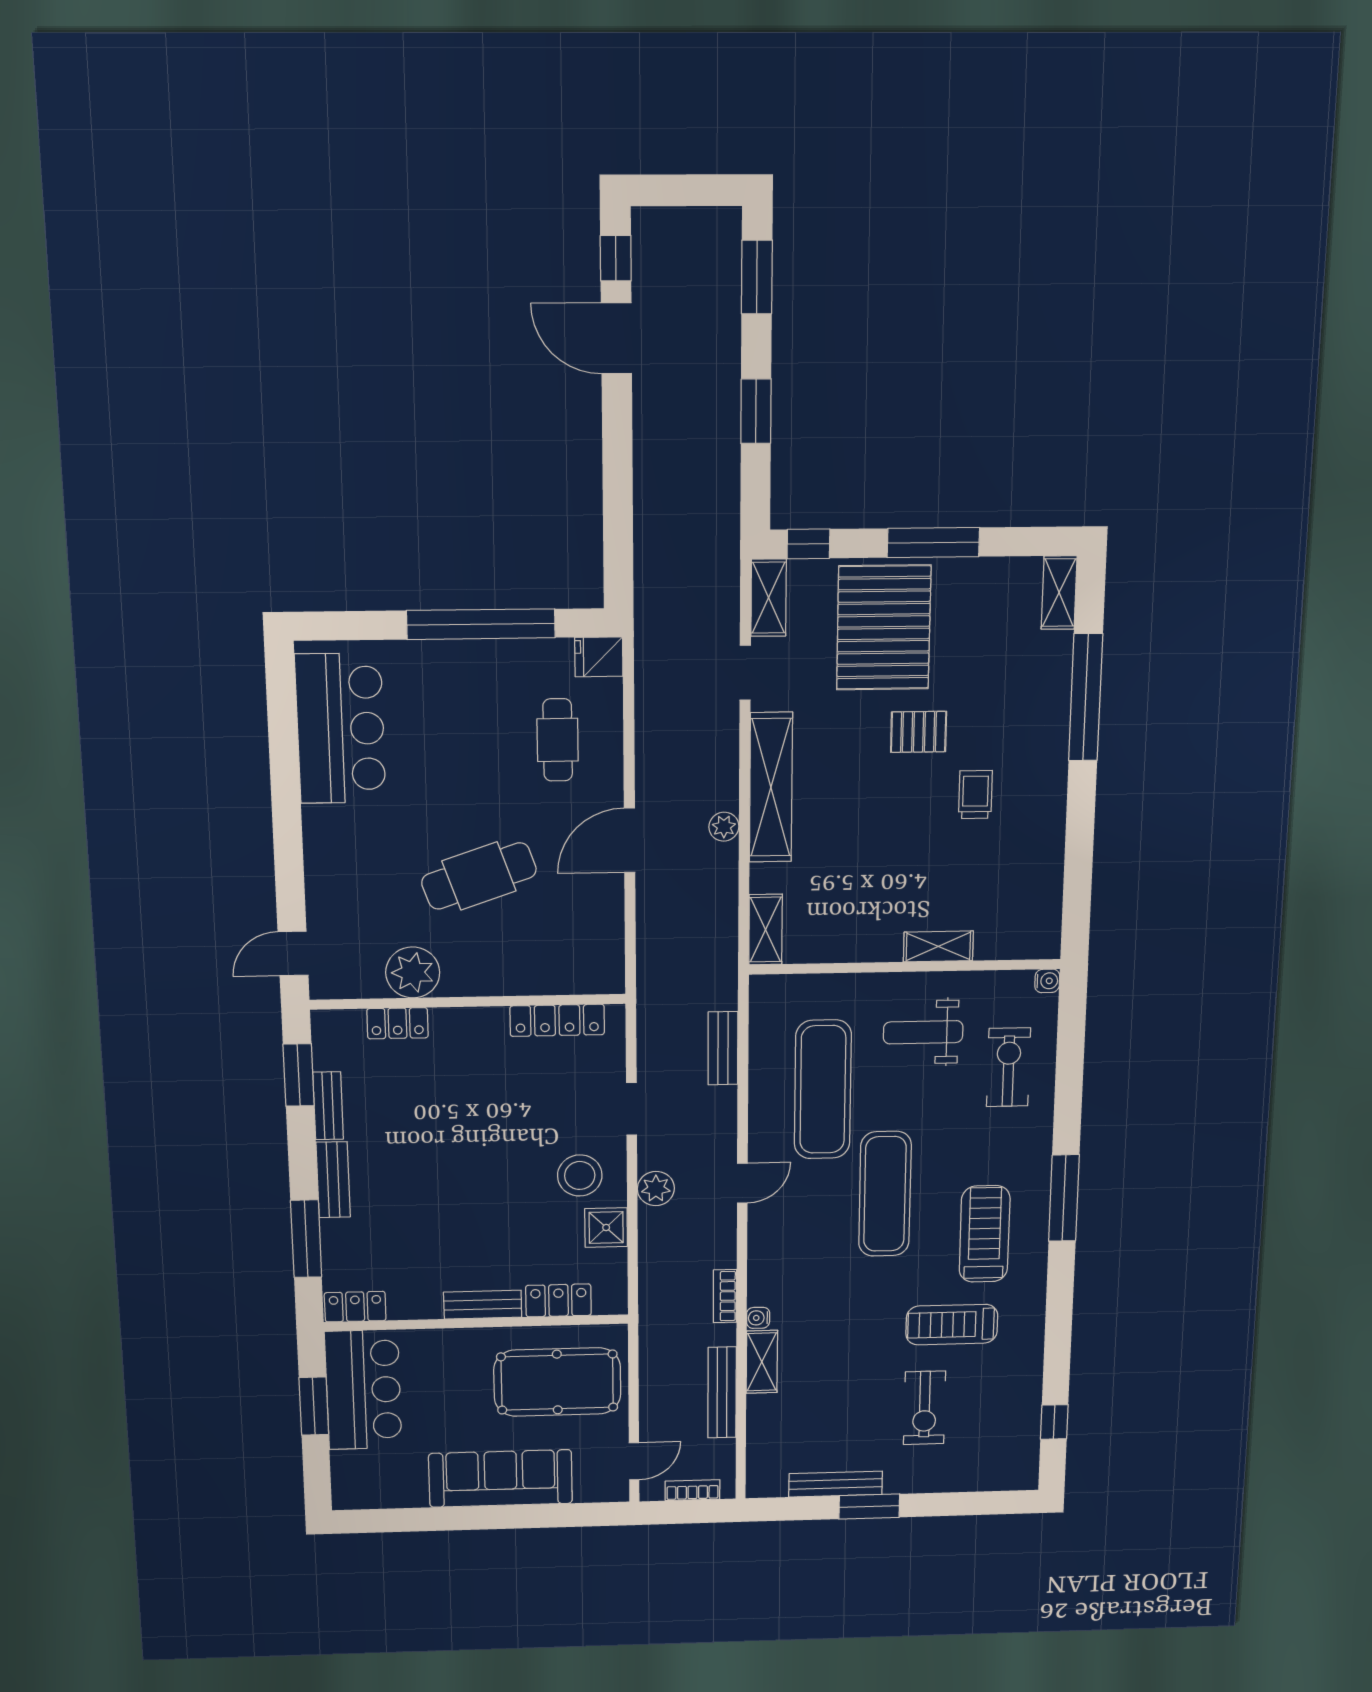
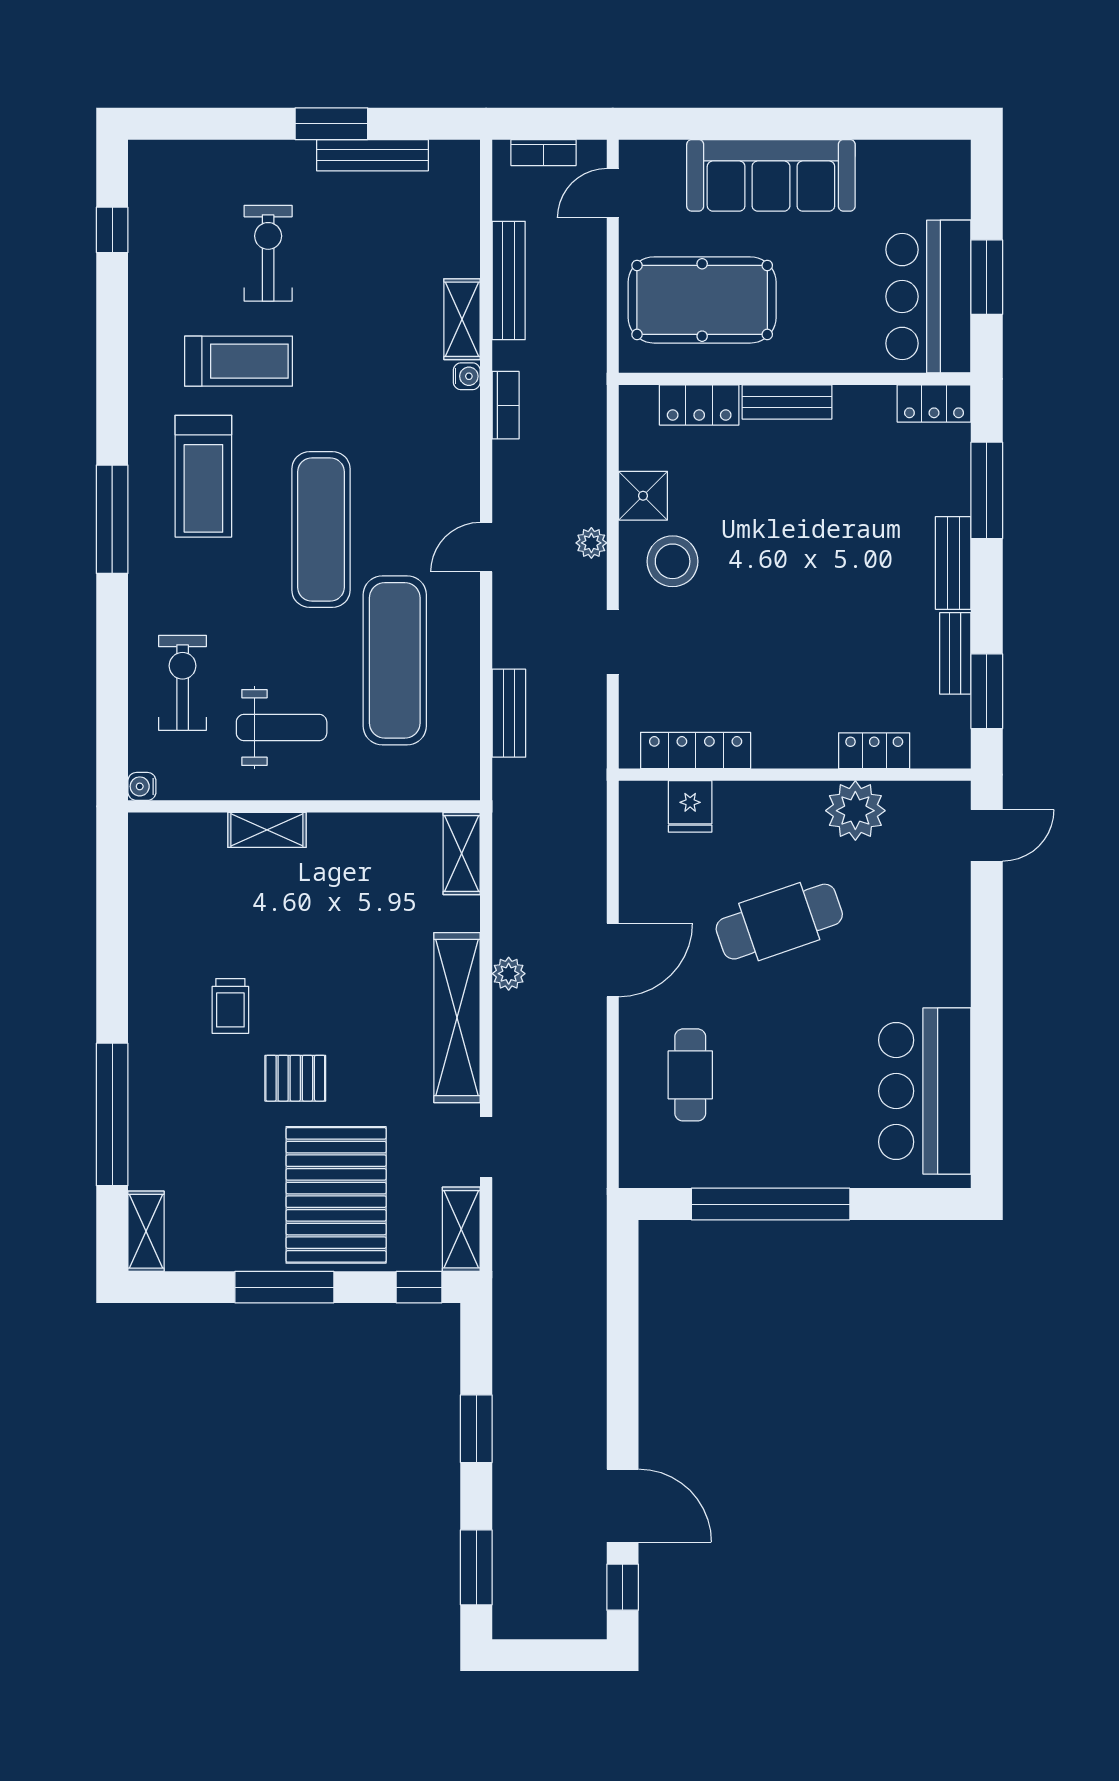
fridge: (599, 657) -> (690, 806), moved, turned 90
exercise bike: (1008, 1067) -> (183, 683), turned 180
plant: (656, 1189) -> (591, 543), width x0.73, depth x0.73

